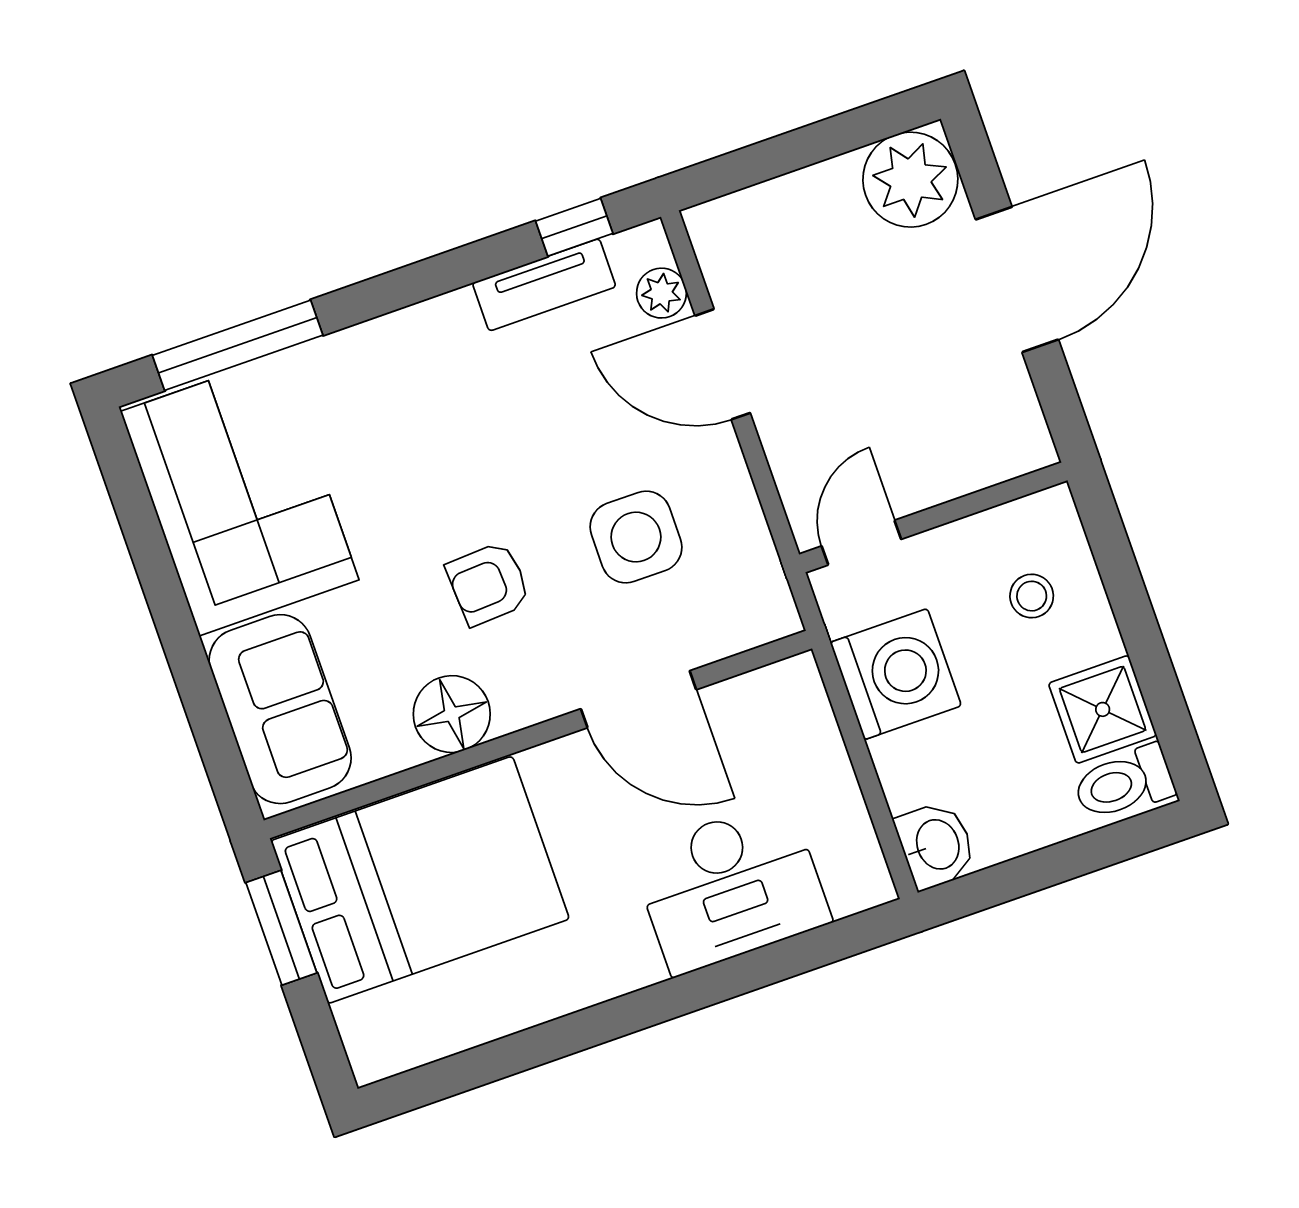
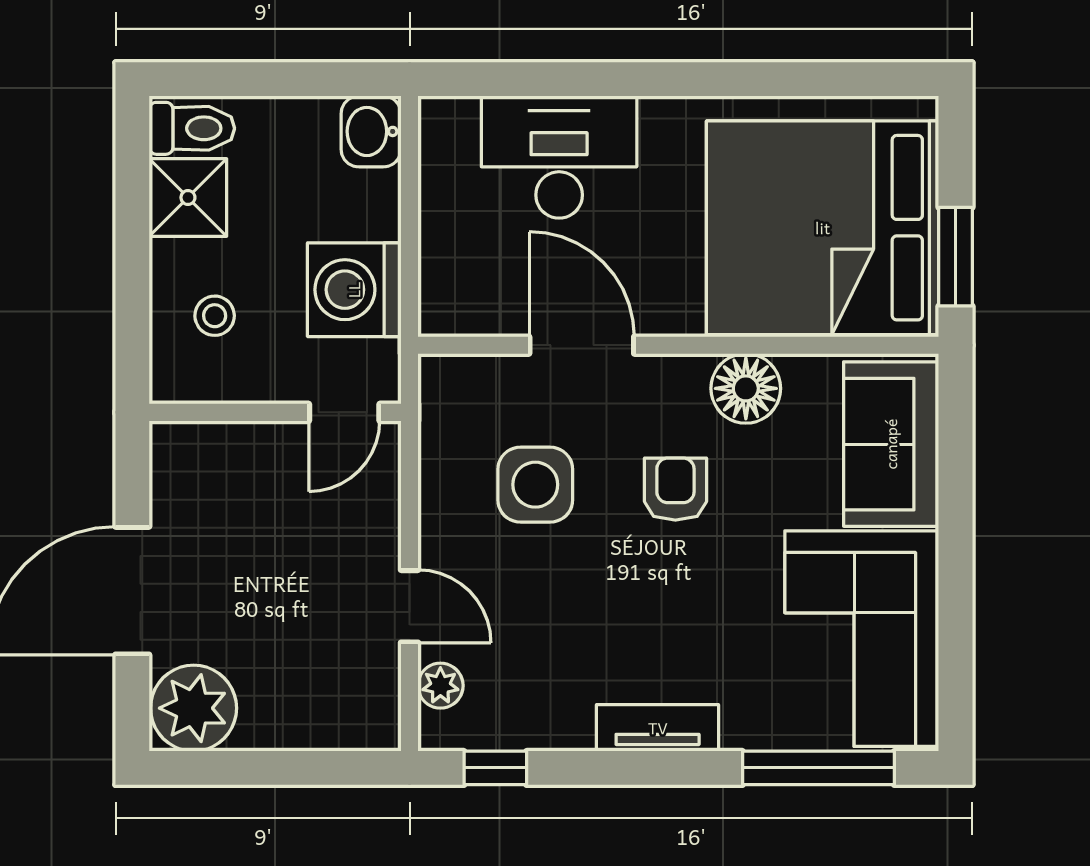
tv unit: (544, 285) -> (658, 728), moved
door: (723, 364) -> (410, 606), width x0.73
armchair: (488, 584) -> (675, 489), turned -87
bed: (420, 880) -> (823, 228), width x1.36

